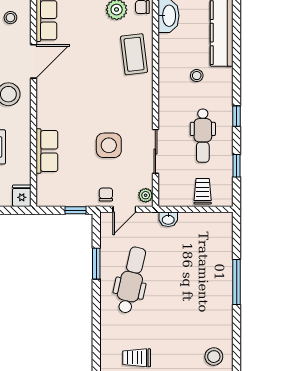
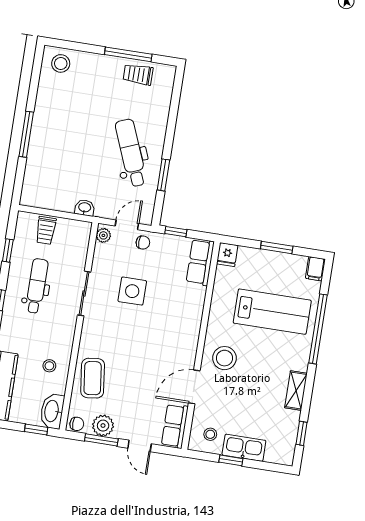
stool: (197, 76) -> (49, 366), moved
row of seats: (47, 151) -> (200, 262), moved
sliding door: (155, 151) -> (84, 293), moved
chair: (106, 194) -> (143, 242), turned -90
dental chair: (131, 280) -> (131, 153), turned 145
trolley: (137, 358) -> (138, 74), turned 180

